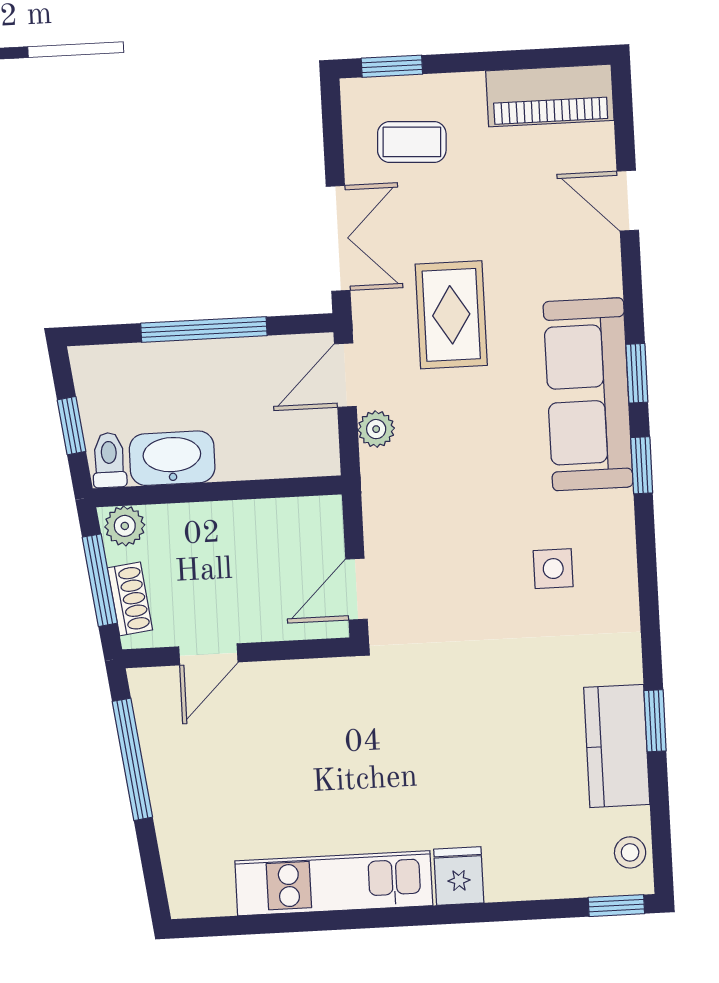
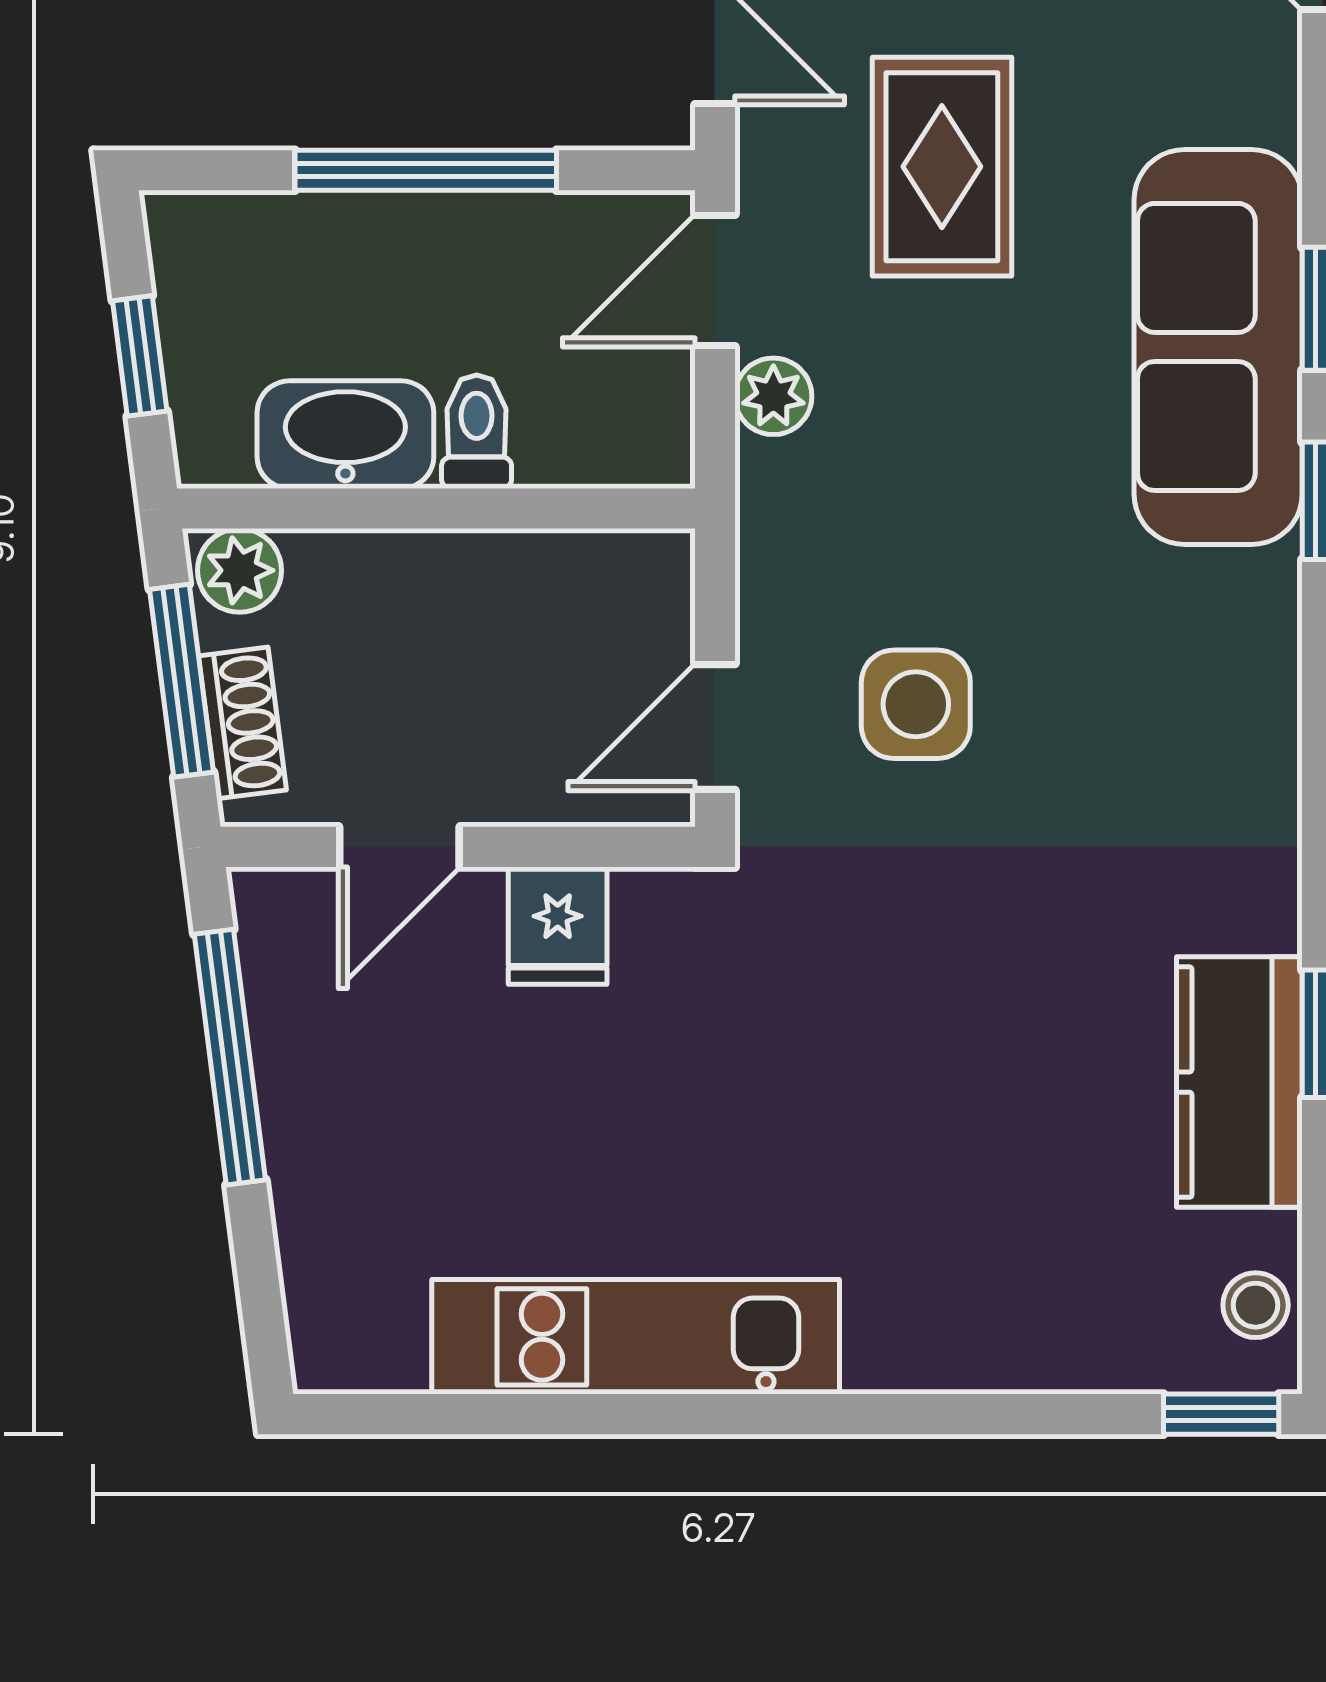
toilet: (109, 460) -> (477, 432), moved
side table: (553, 569) -> (916, 704), moved, width x1.37, depth x1.37
fridge: (459, 876) -> (558, 926), moved, turned 180

